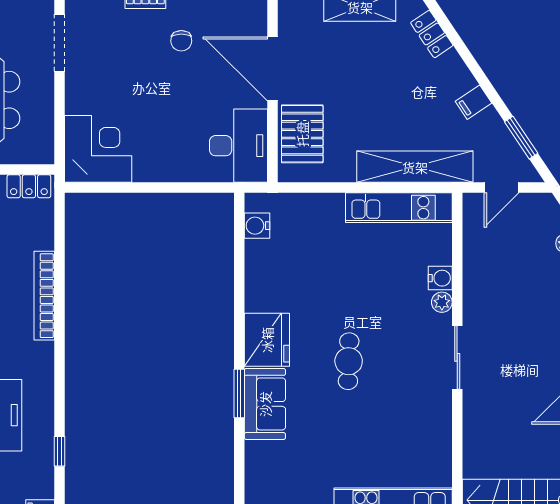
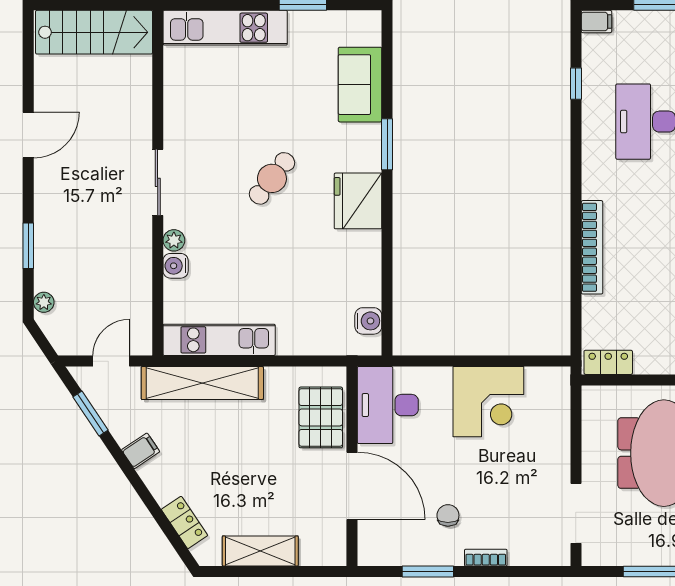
corner desk: (98, 149) -> (488, 402), moved, turned -90
cafe table: (349, 361) -> (272, 178), turned 36
sofa: (265, 404) -> (360, 85), moved

